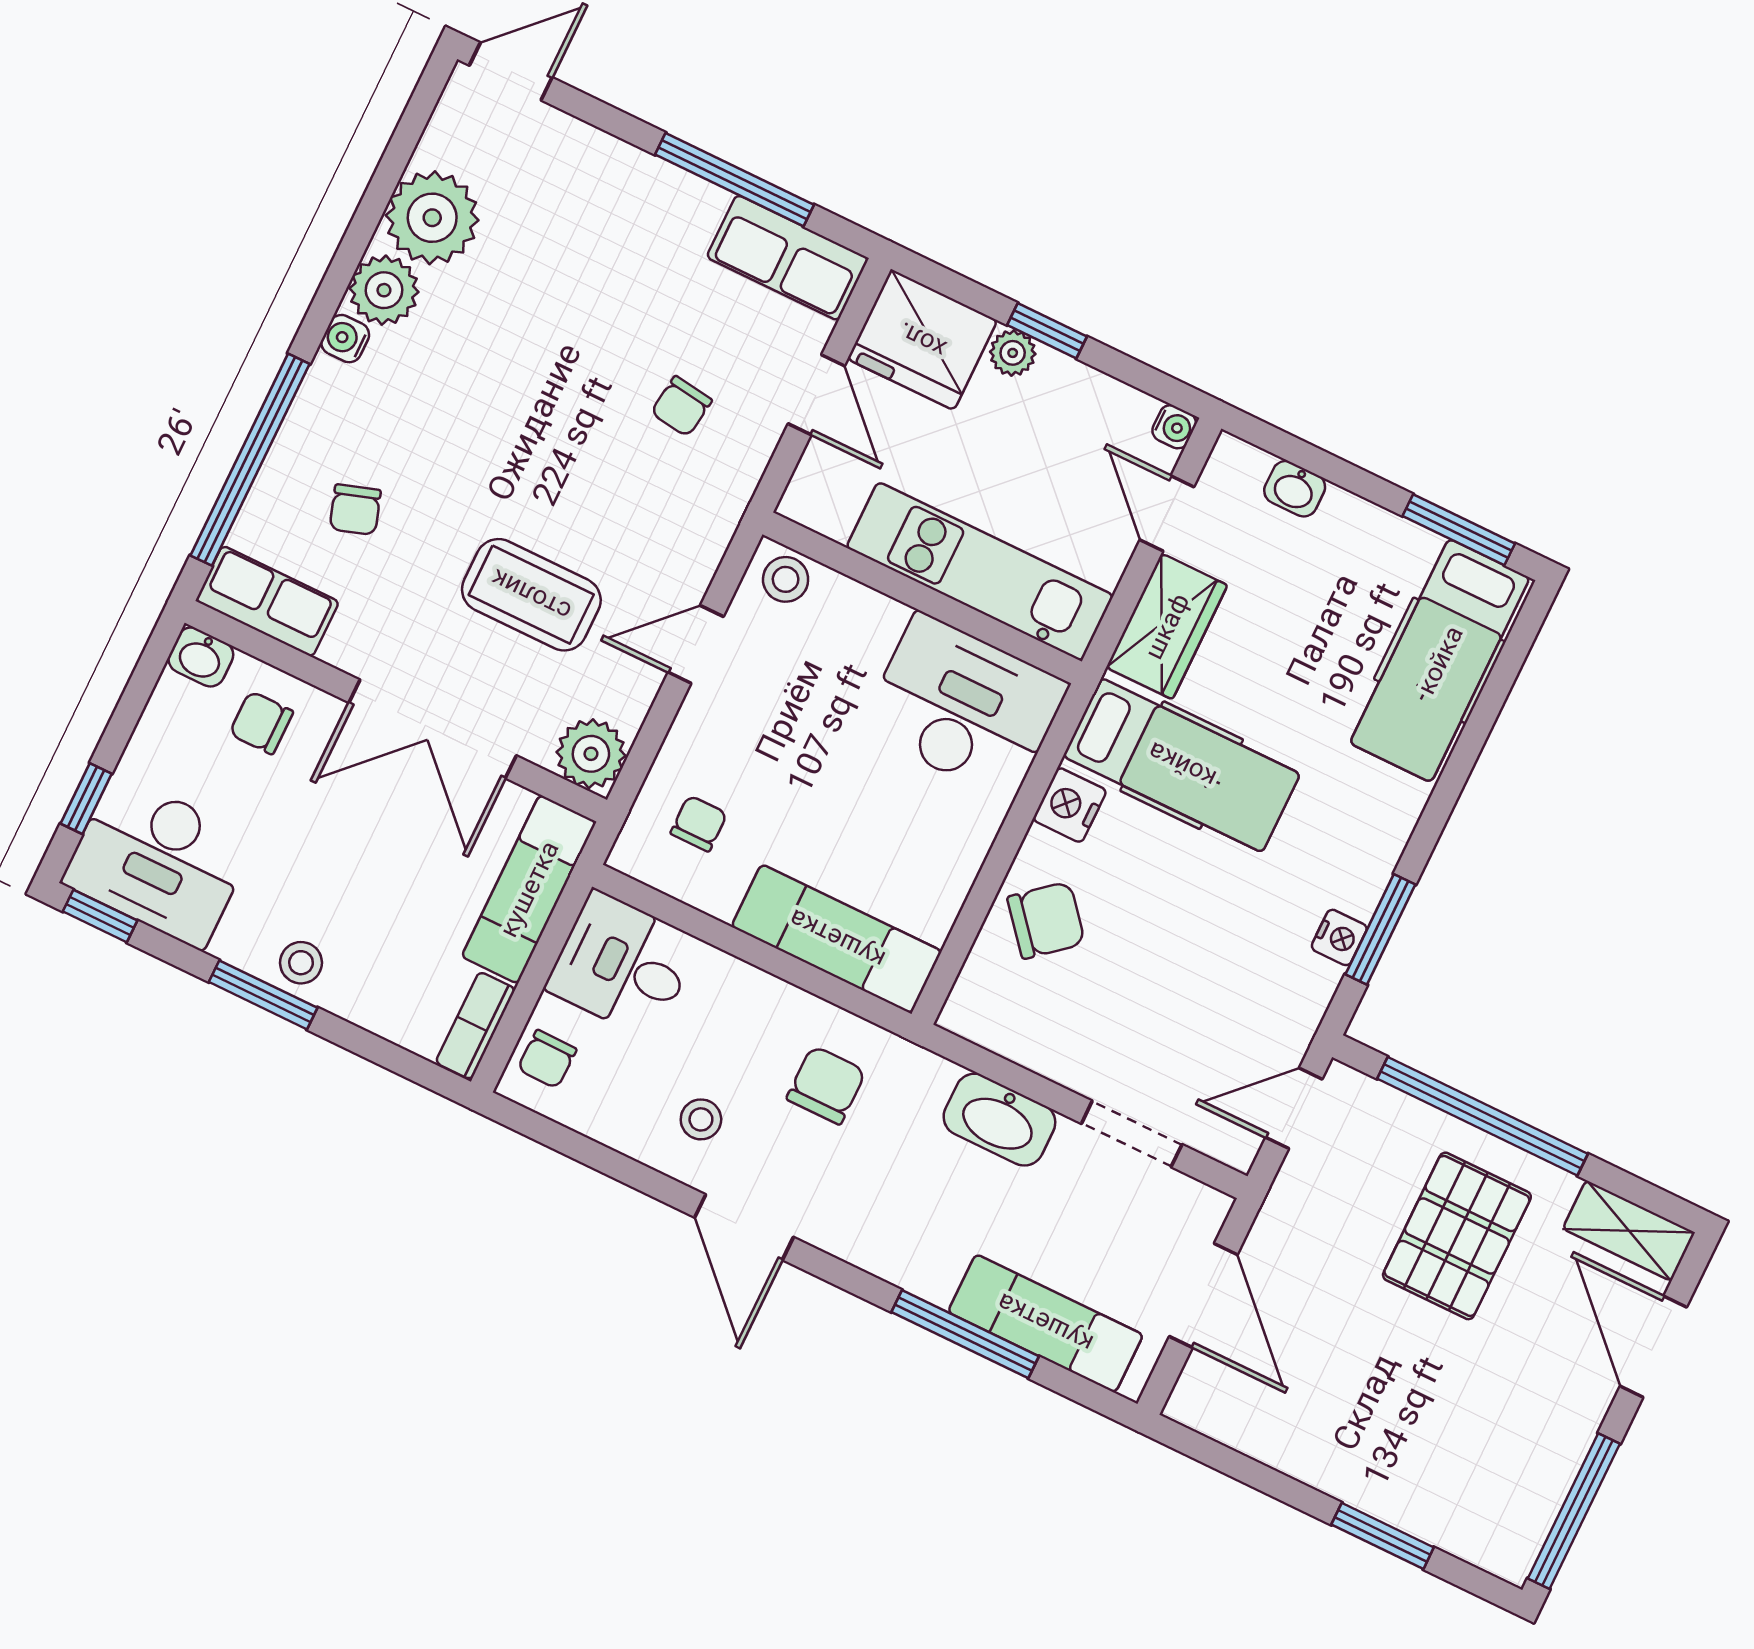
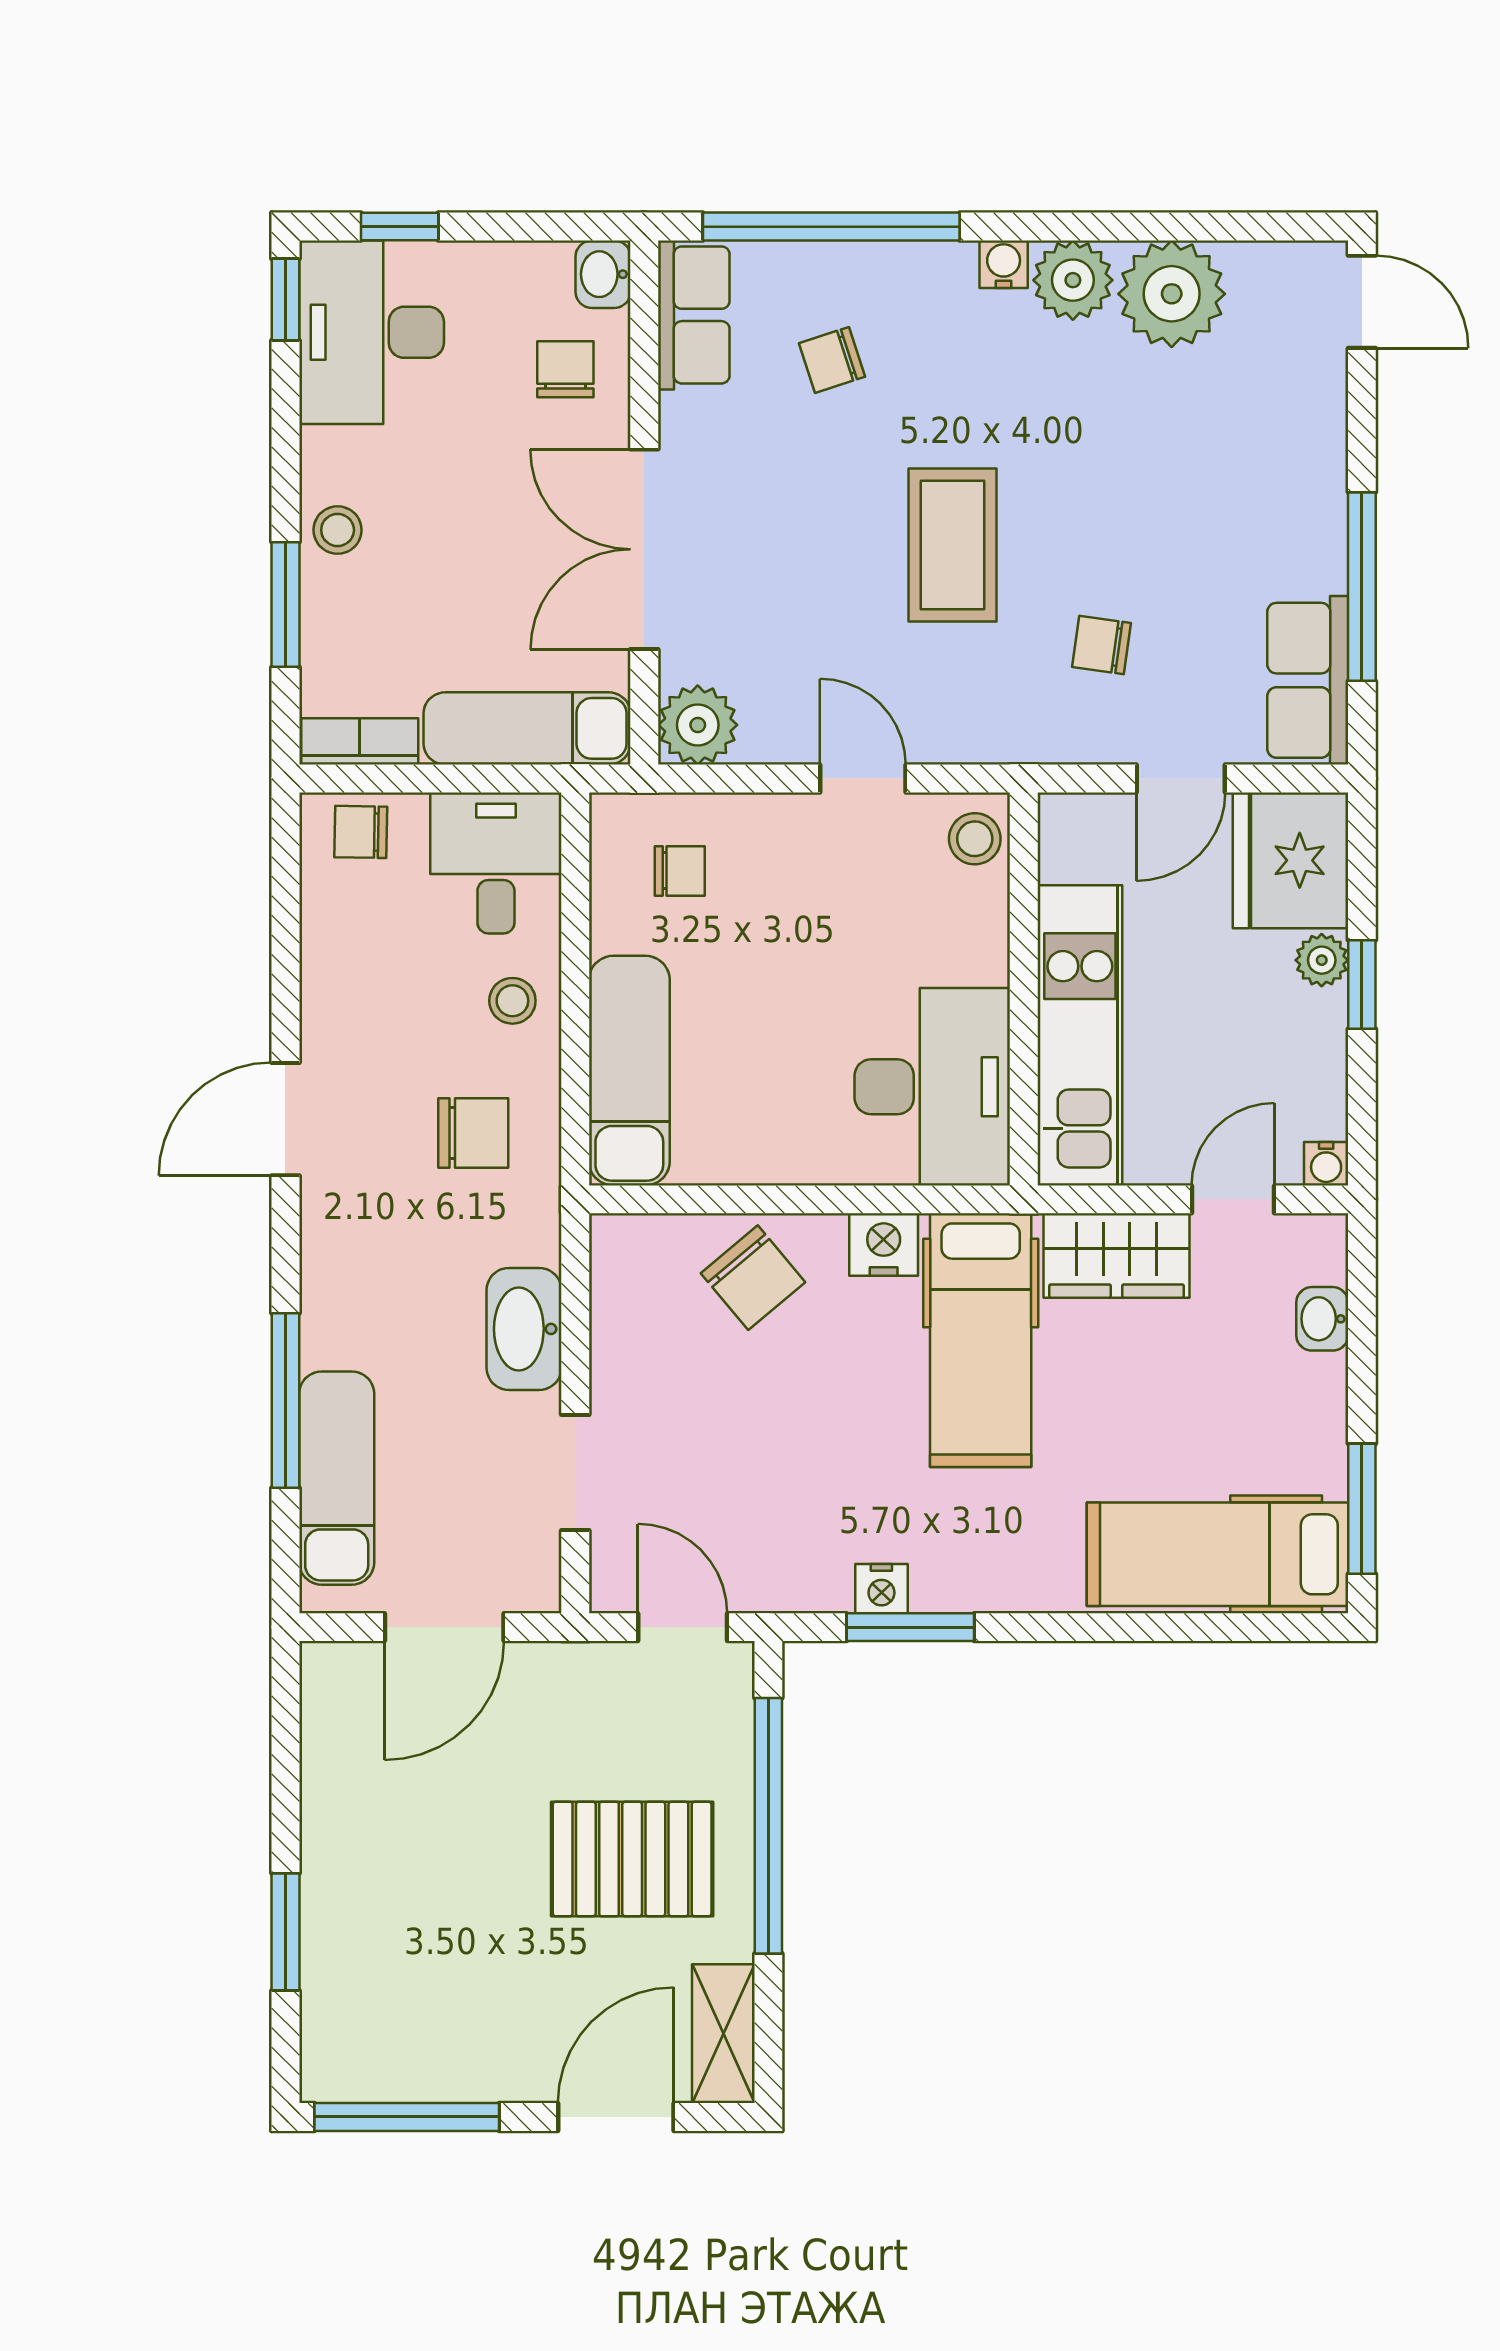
coffee table: (531, 595) -> (952, 545), moved
window: (263, 995) -> (285, 604), moved
stool: (701, 1119) -> (512, 1001), moved

